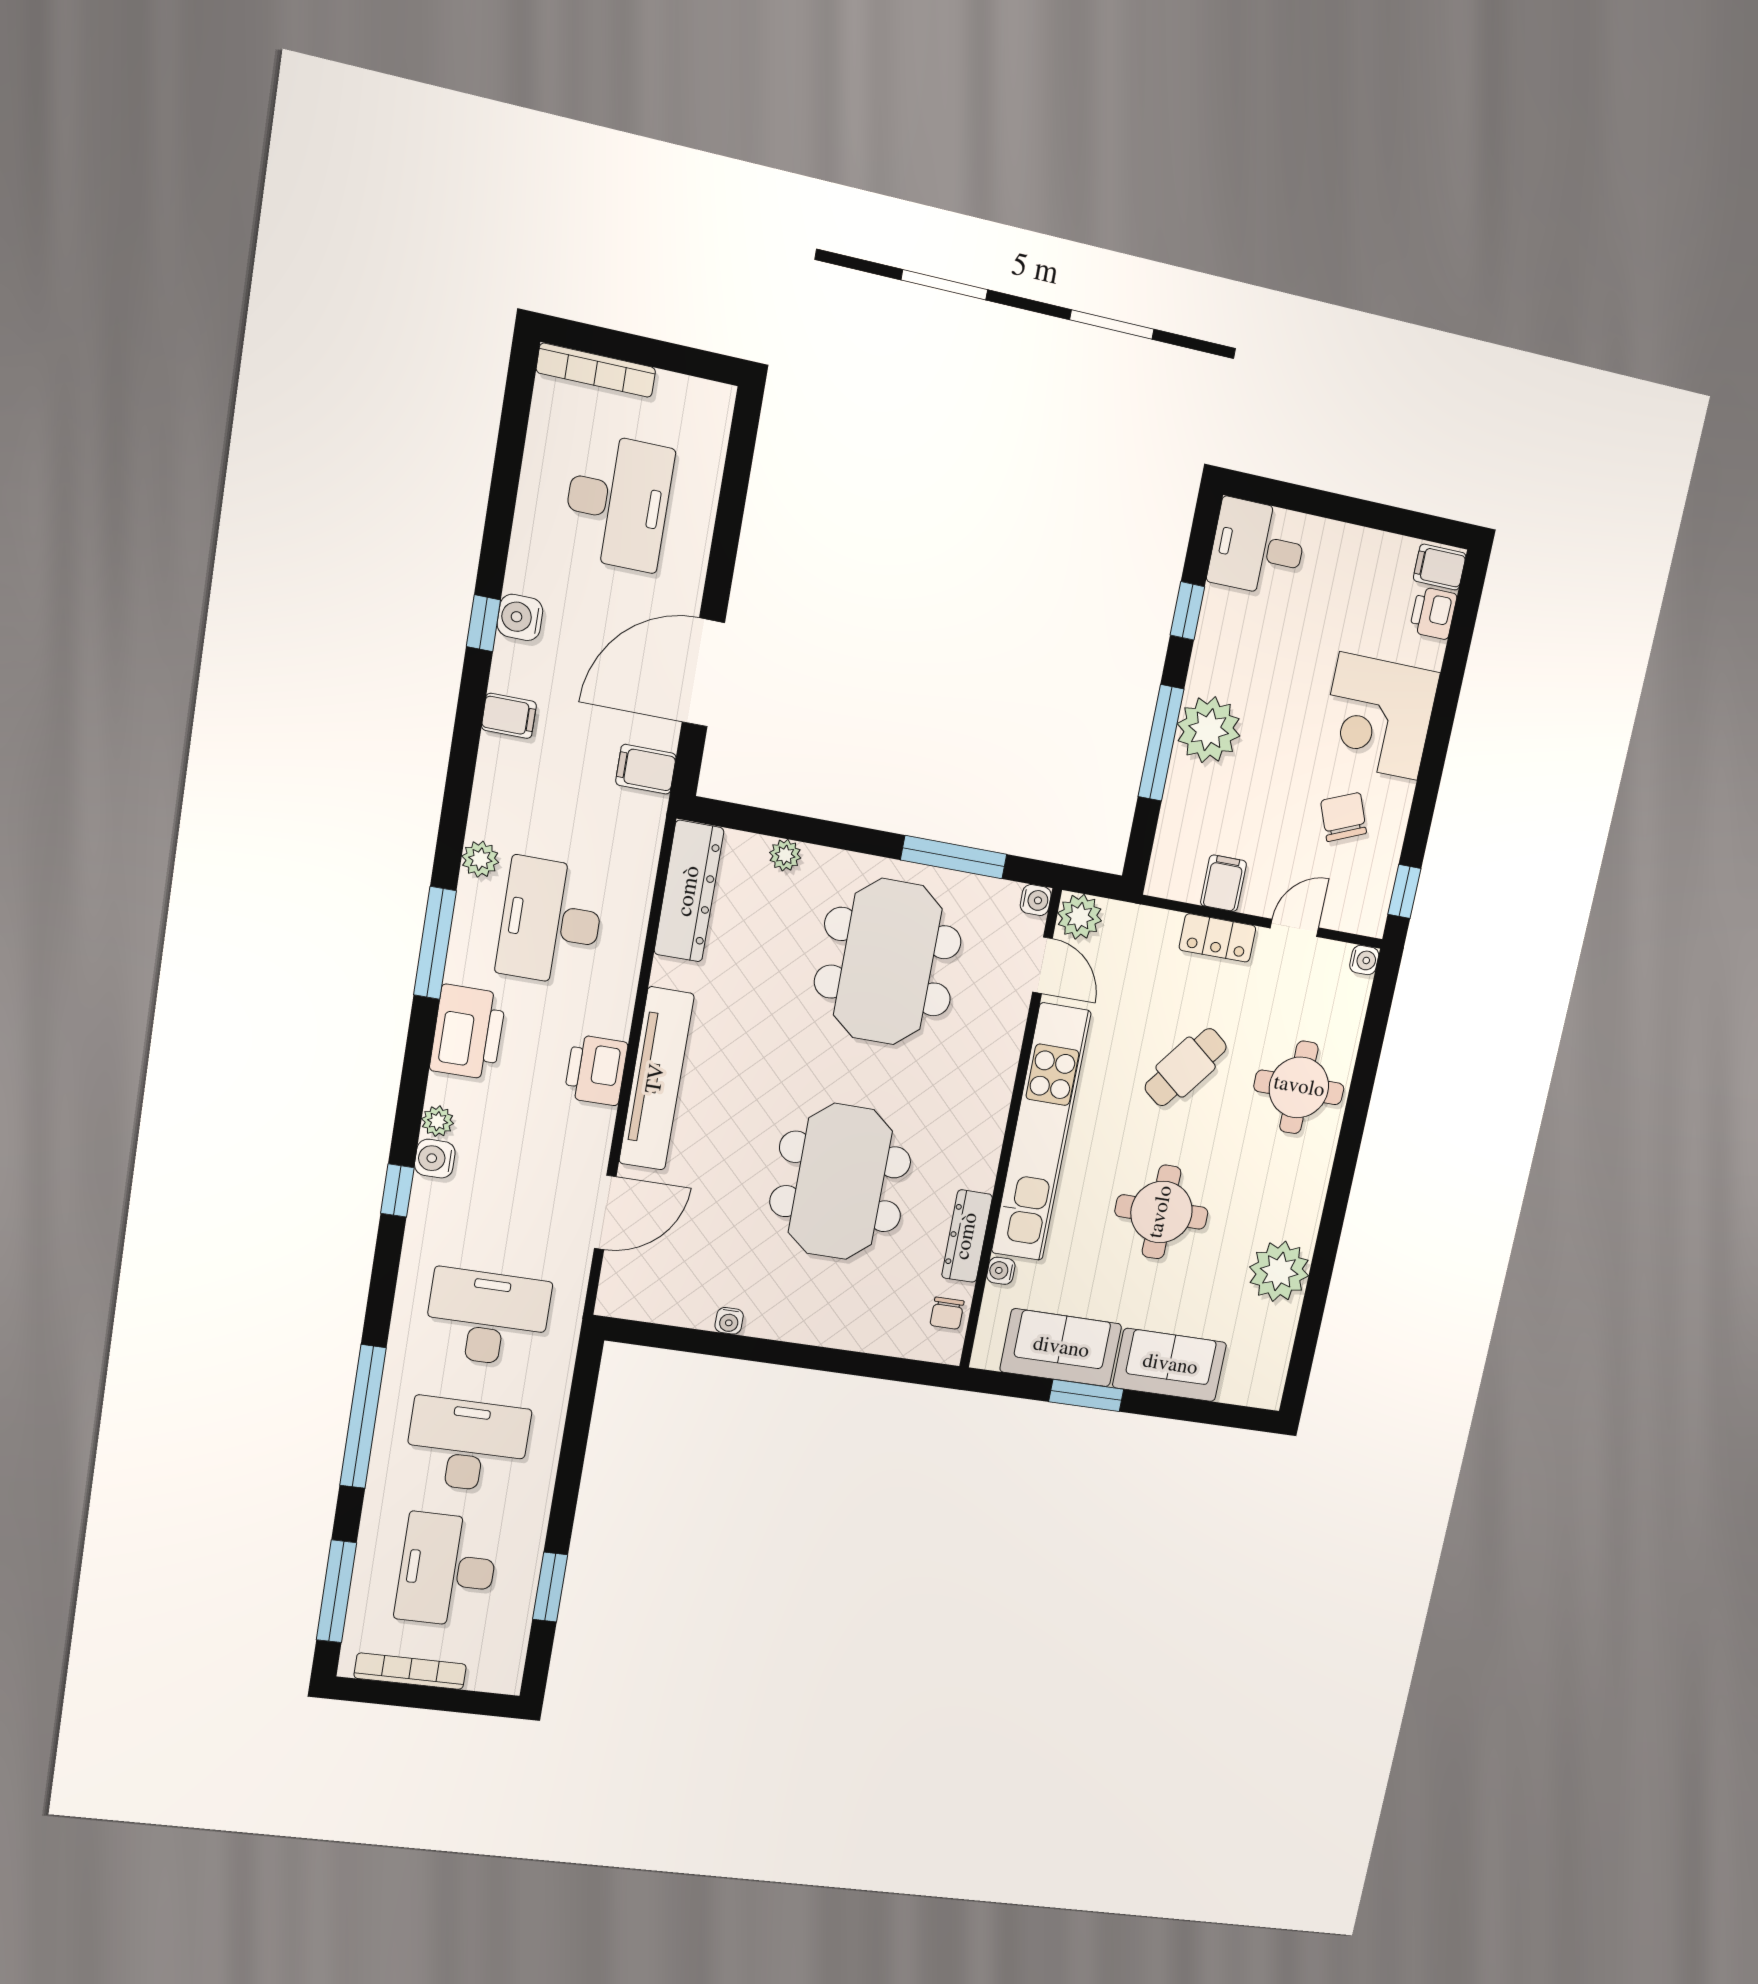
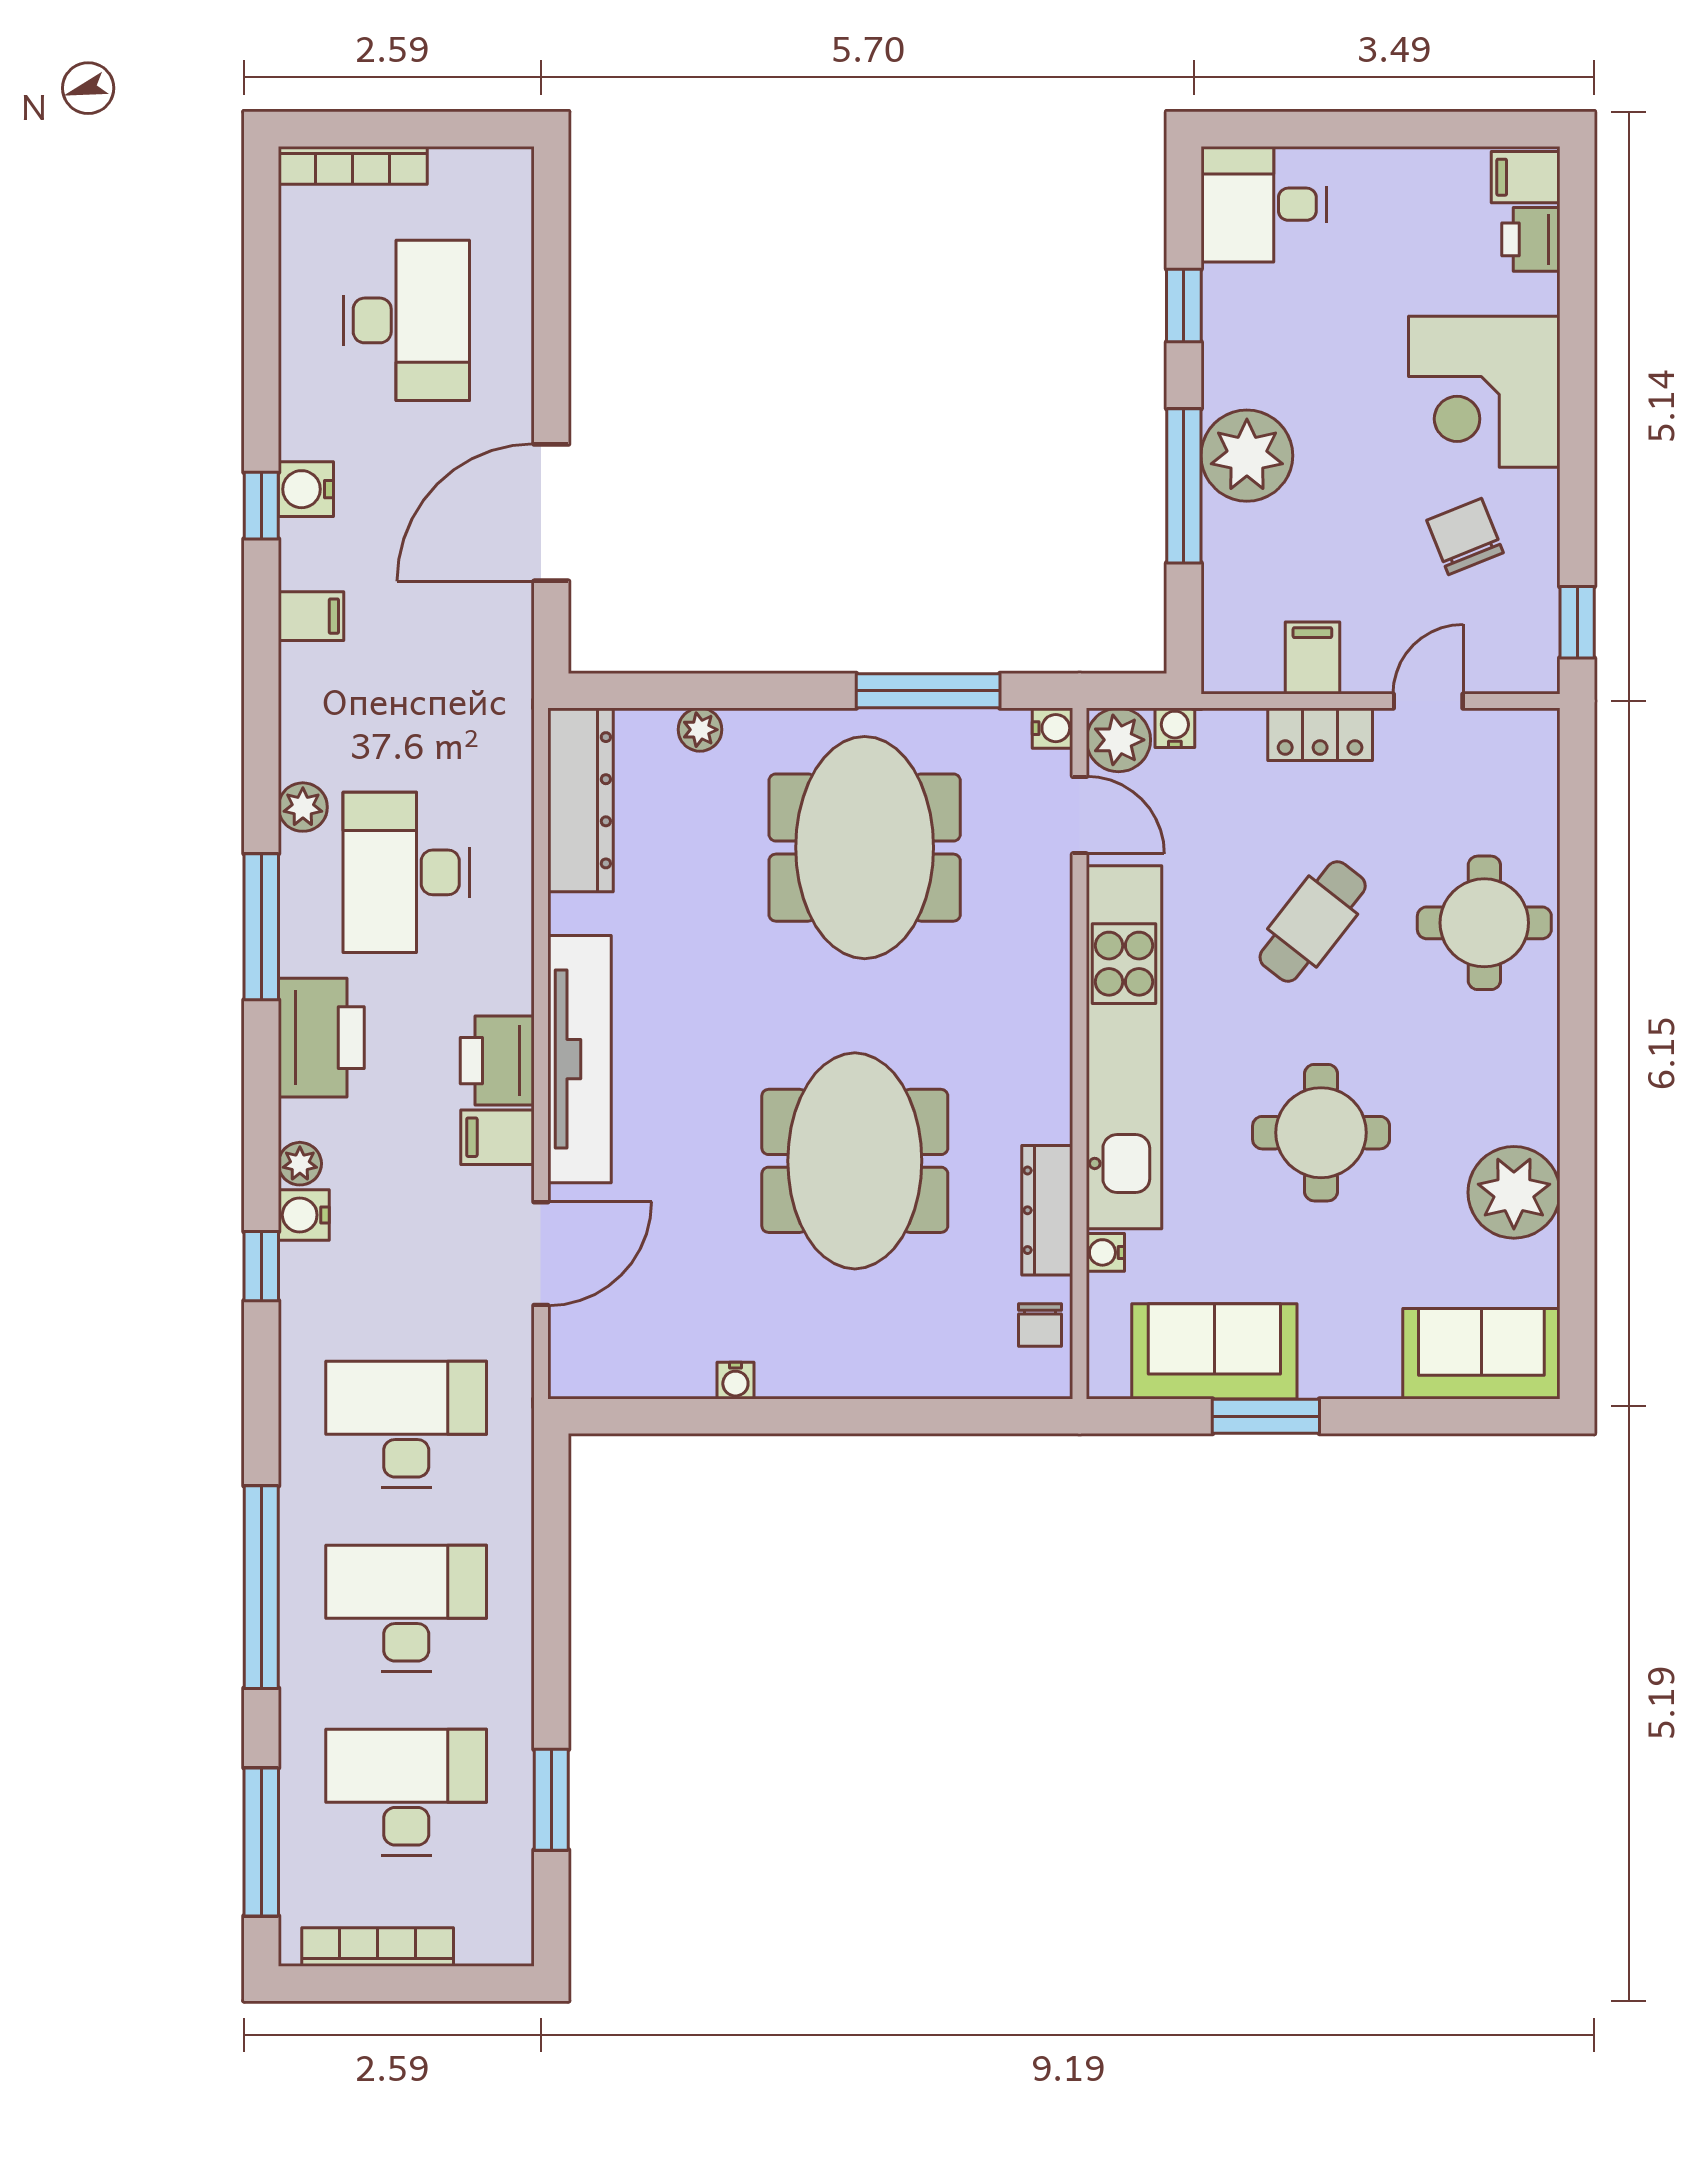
filing cabinet: (646, 769) -> (497, 1137), moved
water cooler: (1364, 960) -> (1175, 728), moved, turned -90
sofa: (1170, 1365) -> (1481, 1354), moved
desk: (447, 1570) -> (406, 1792), turned 90

